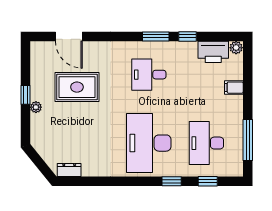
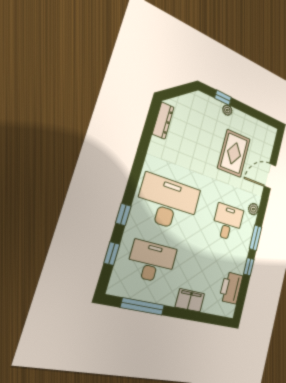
door: (69, 36) -> (270, 176), moved
plant: (236, 48) -> (253, 209), moved
filing cabinet: (234, 88) -> (190, 300), width x2.00
window: (26, 95) -> (223, 98), moved
dresser: (69, 170) -> (163, 121), width x1.44

